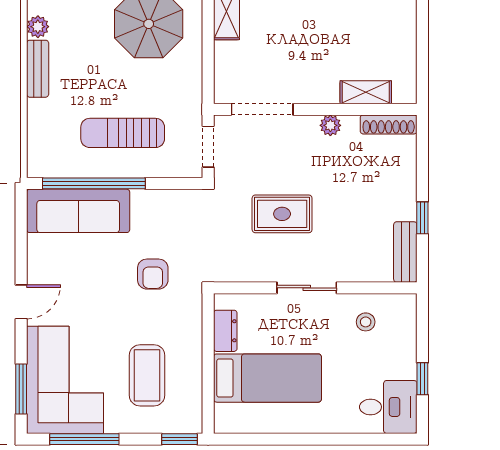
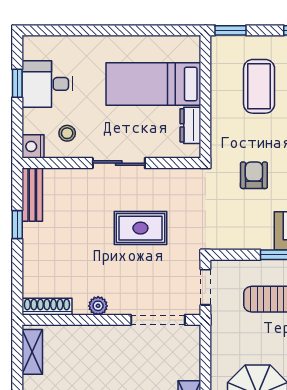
shelving: (366, 92) -> (32, 352), moved, turned 90
nightstand: (405, 307) -> (33, 146), added
desk: (388, 407) -> (47, 84), moved

